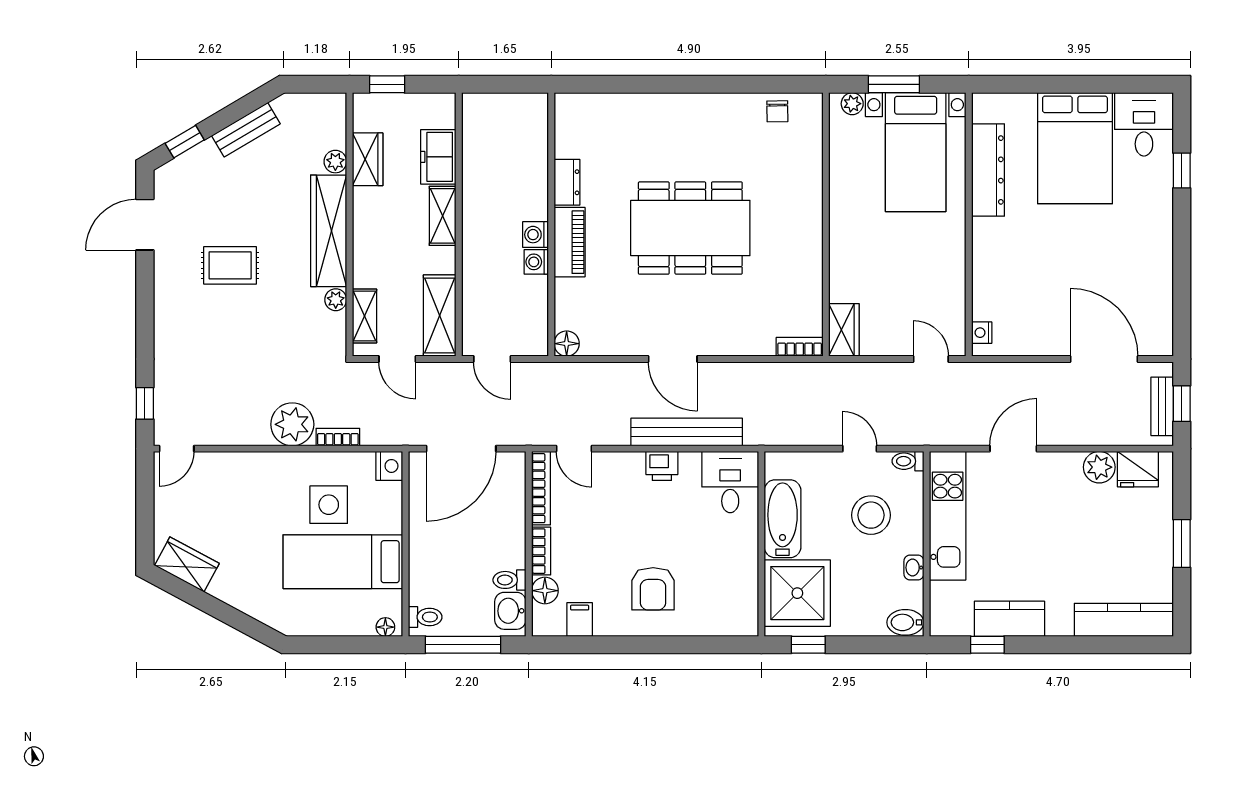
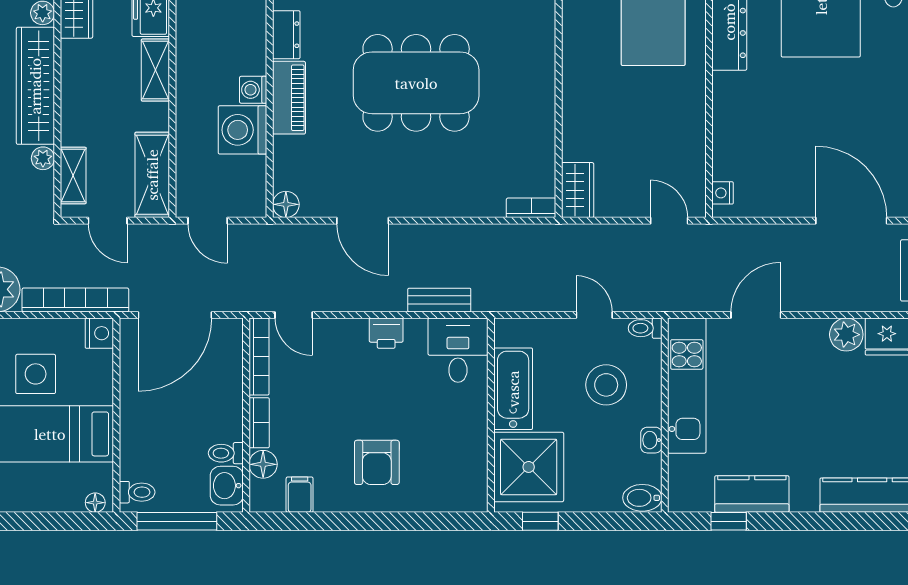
washing machine: (536, 262) -> (243, 130), width x1.89, depth x1.89
door: (673, 359) -> (363, 221), moved
bench: (687, 432) -> (439, 300), width x0.54, depth x0.82
bookcase: (338, 437) -> (75, 300), width x2.31, depth x1.31

